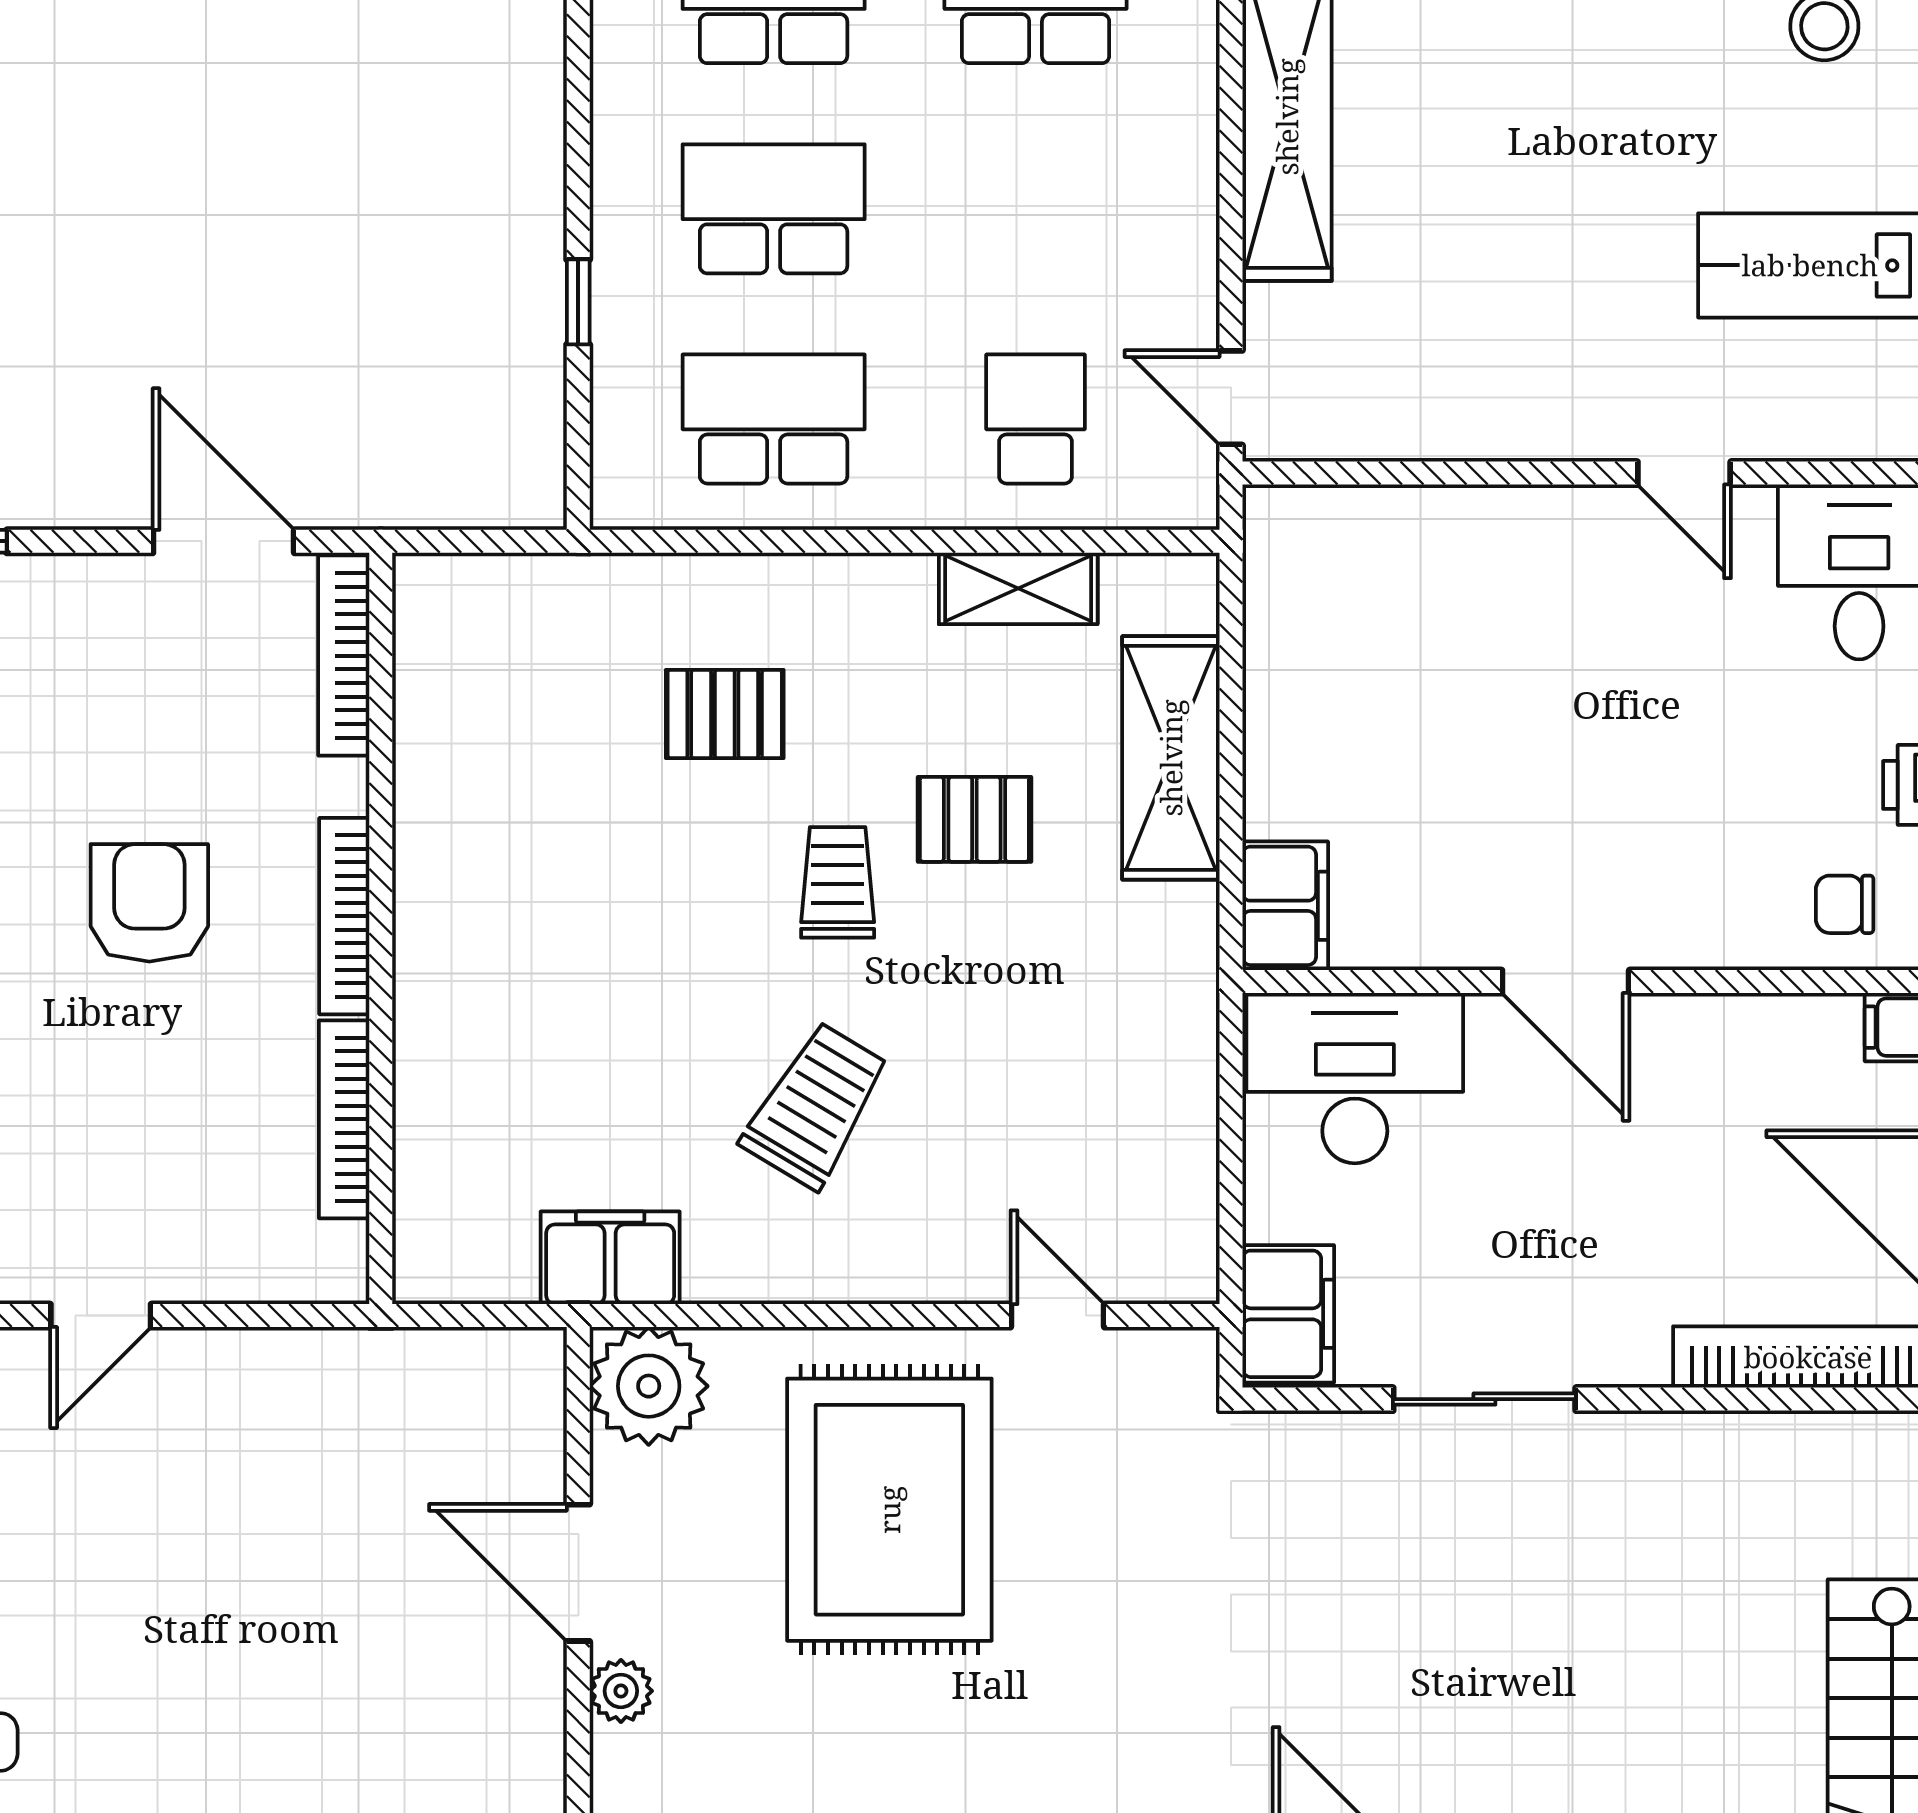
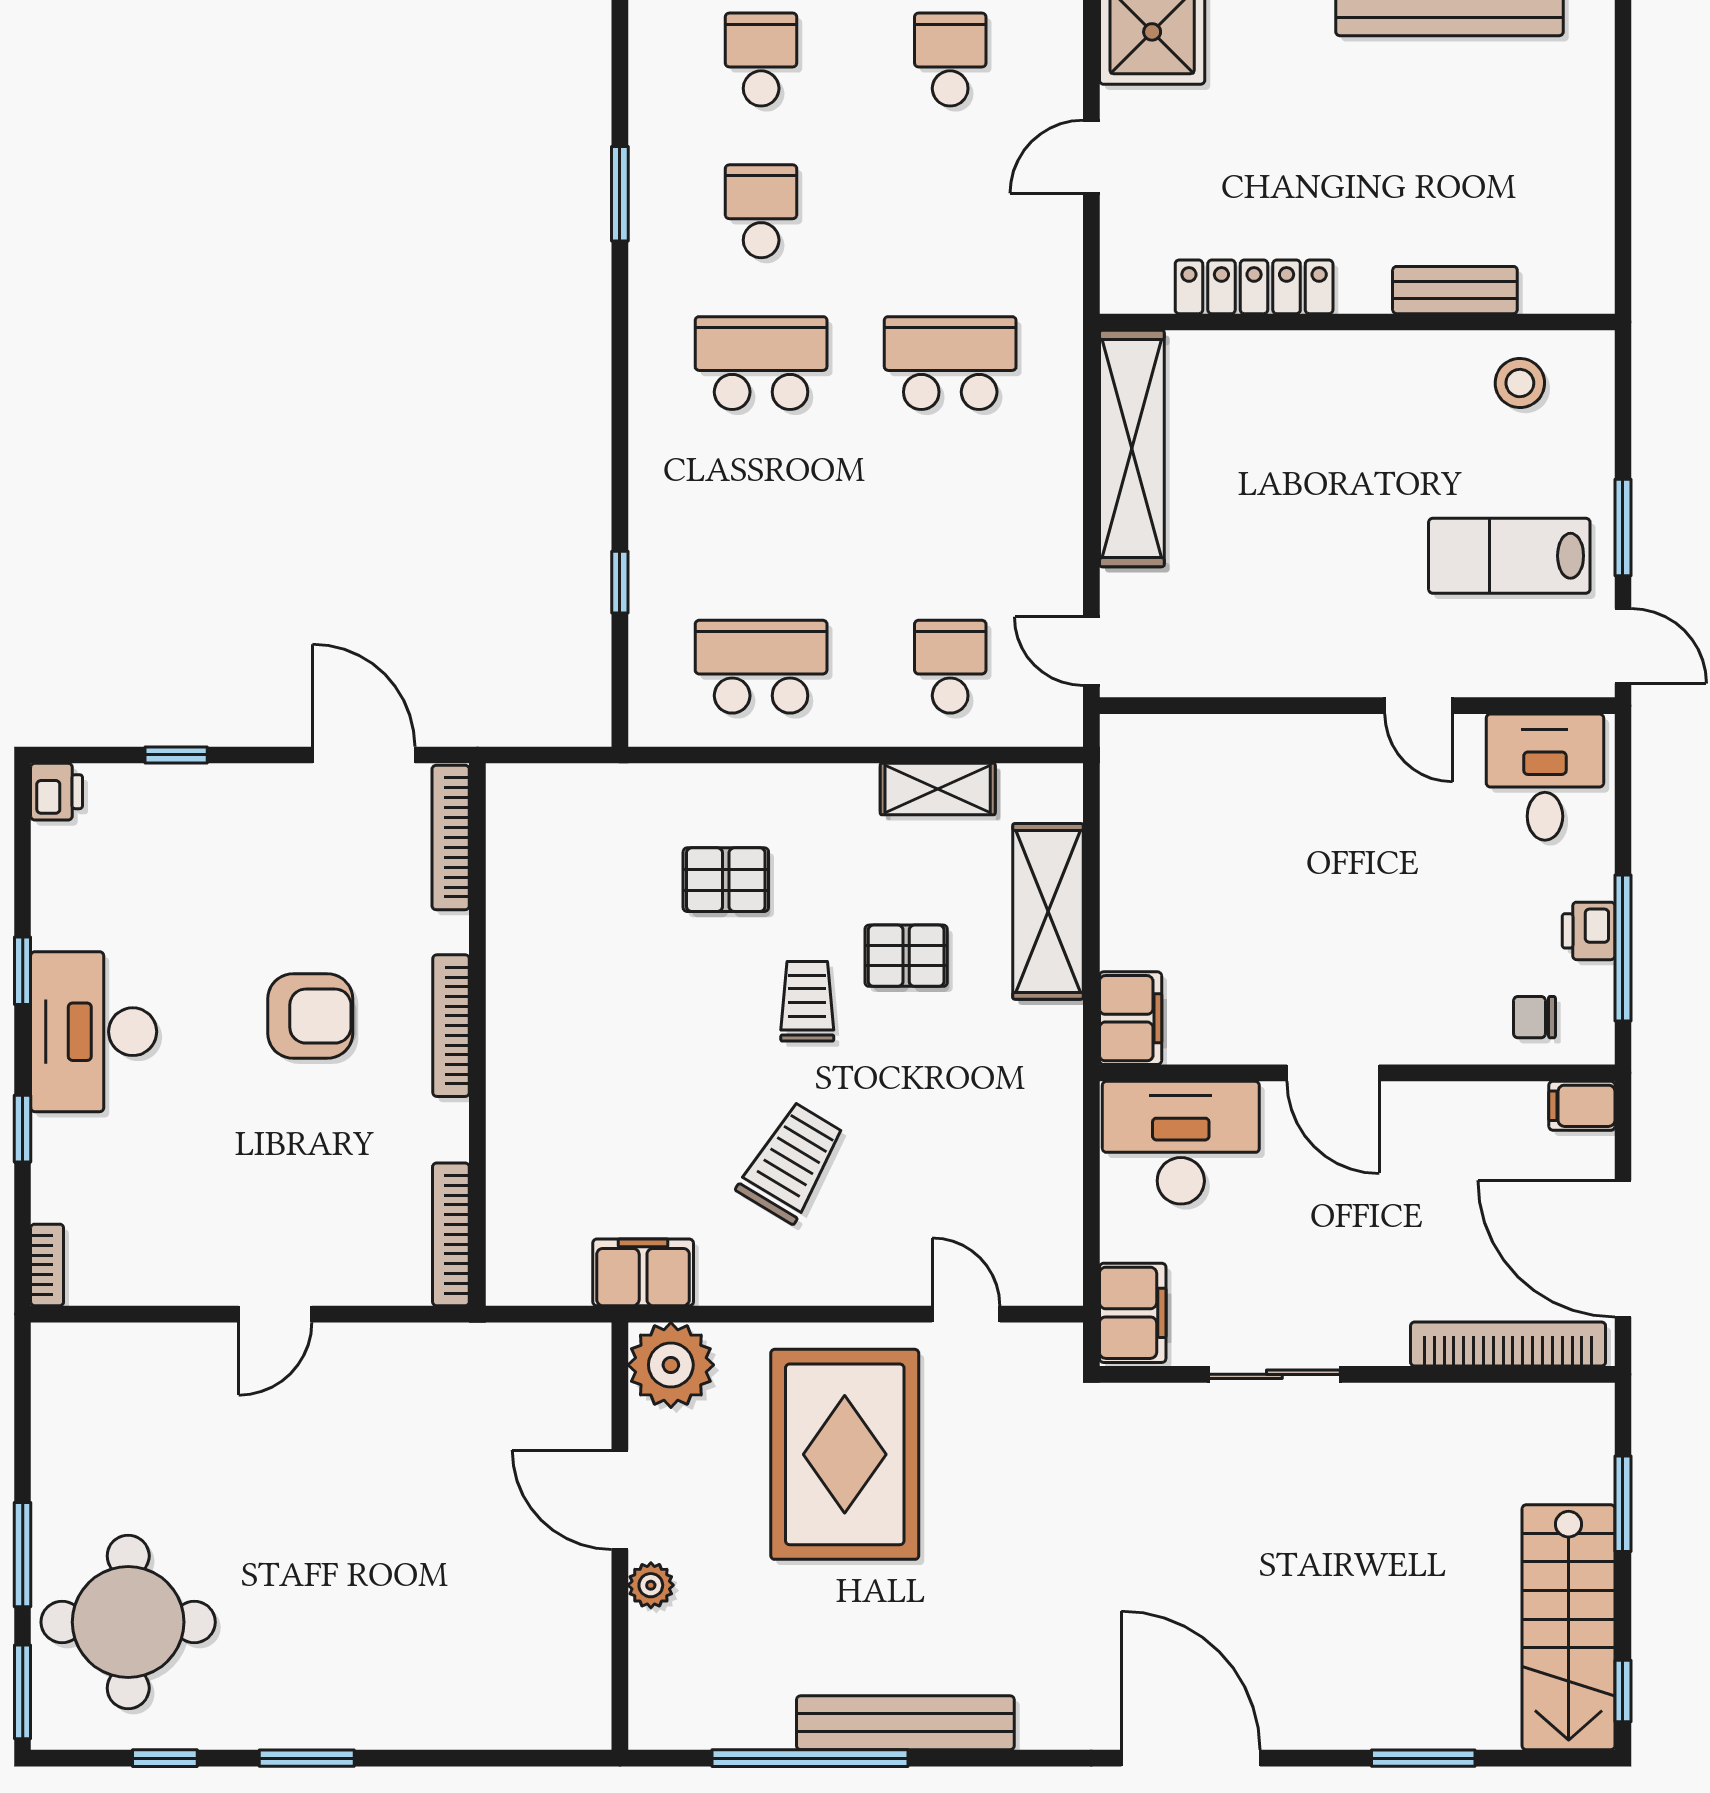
school desk: (774, 209) -> (761, 515), removed
armchair: (149, 903) -> (310, 1016), turned 90
bookcase: (344, 1119) -> (451, 1234), moved

